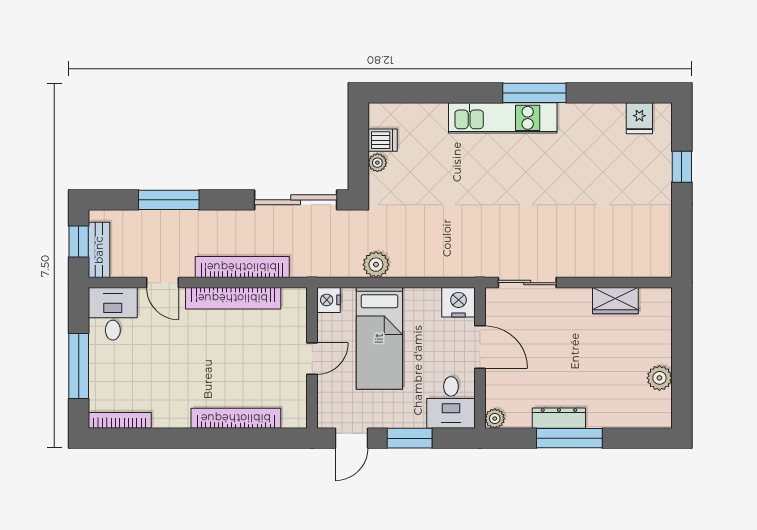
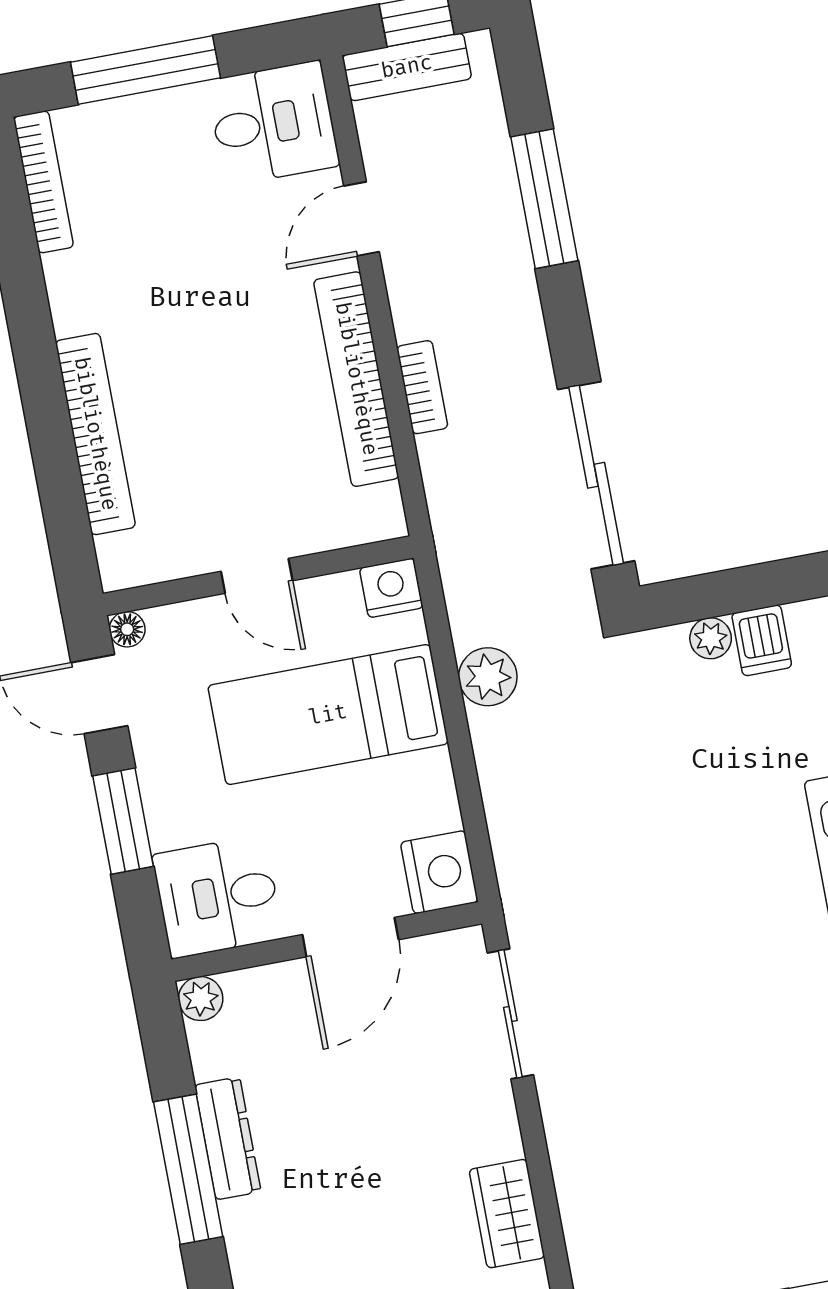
bookcase: (242, 267) -> (422, 387), width x0.43, depth x0.76
floor lamp: (325, 420) -> (127, 629), added

